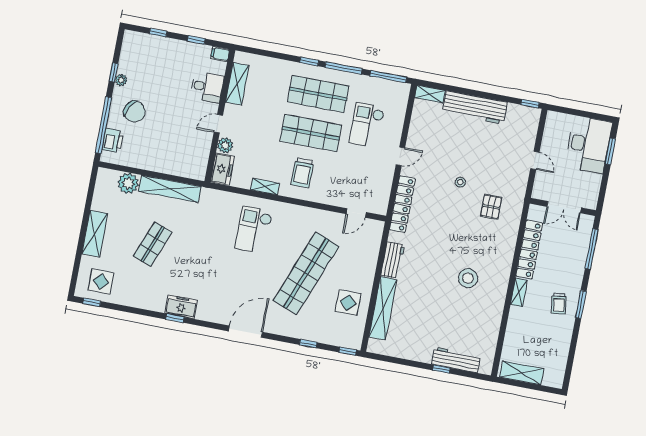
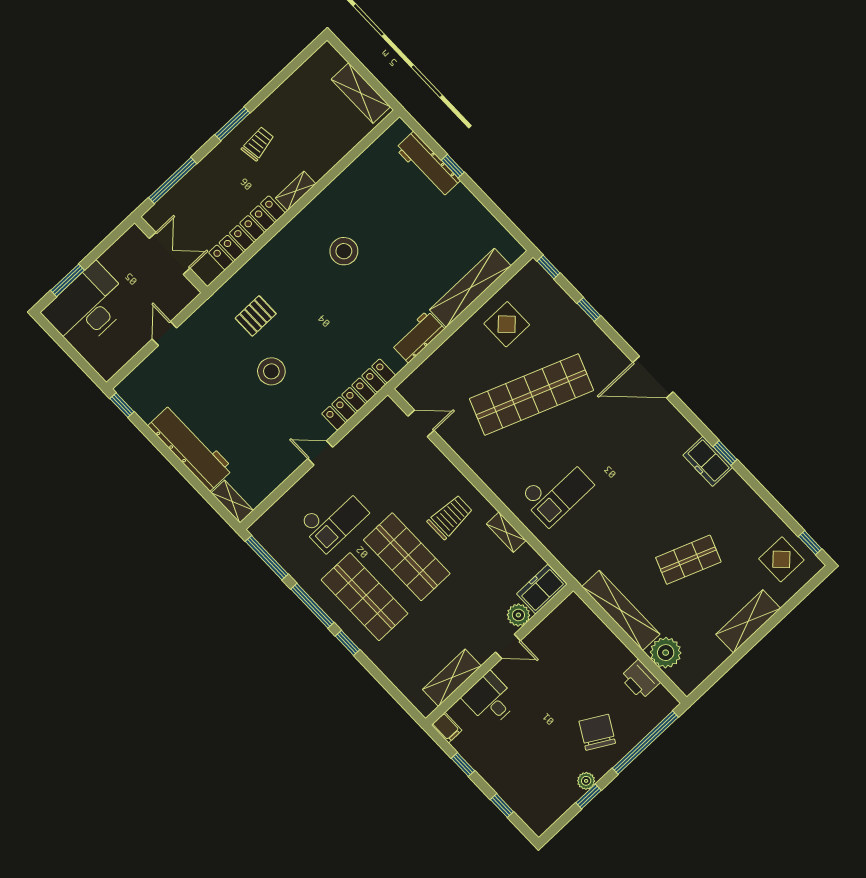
printer: (113, 140) -> (640, 680), moved, turned -90
stool: (460, 182) -> (271, 371), width x1.89, depth x1.89

